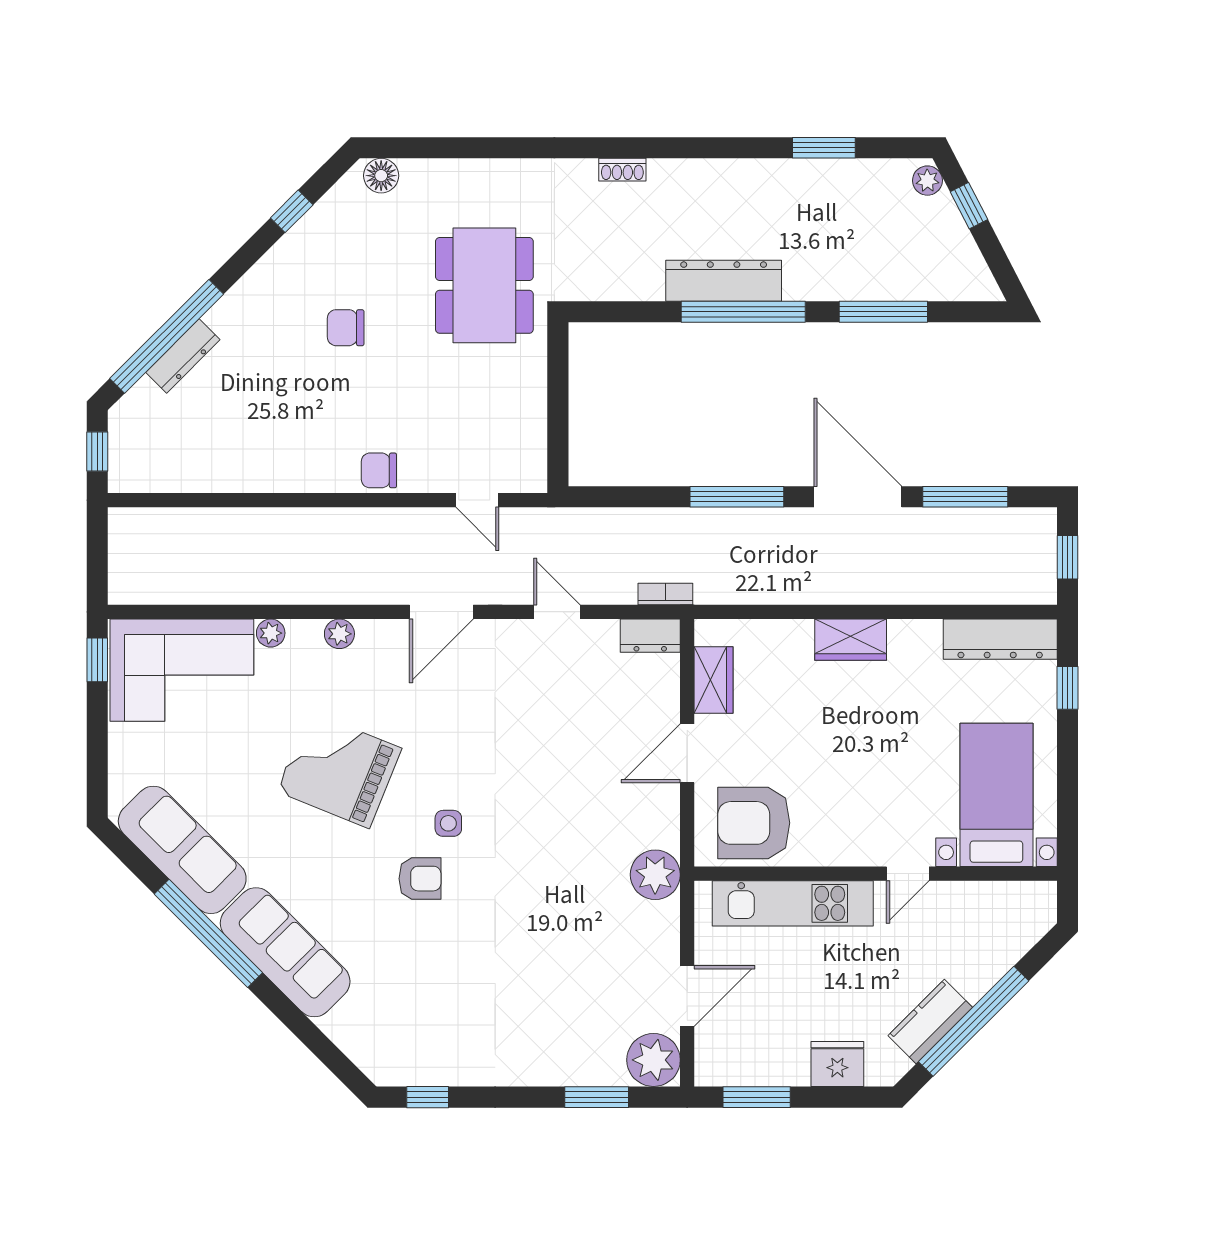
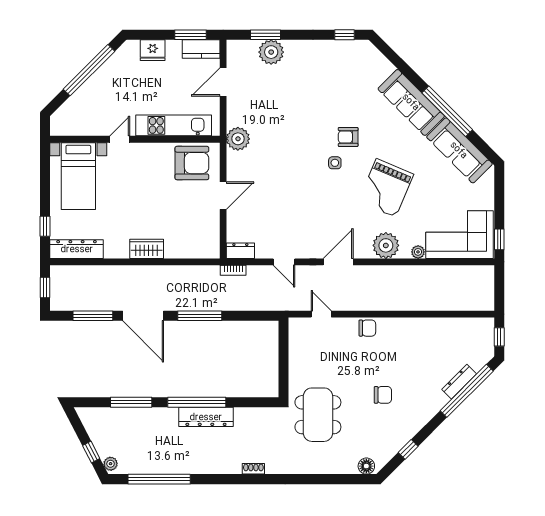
window: (824, 148) -> (159, 479), width x2.11
plant: (339, 634) -> (386, 245), width x1.88, depth x1.88
wardrobe: (713, 680) -> (211, 230), removed
grand piano: (339, 770) -> (386, 188), turned 91
kitchen counter: (930, 1022) -> (201, 49), moved, turned 45
plant: (653, 1060) -> (271, 52), moved

